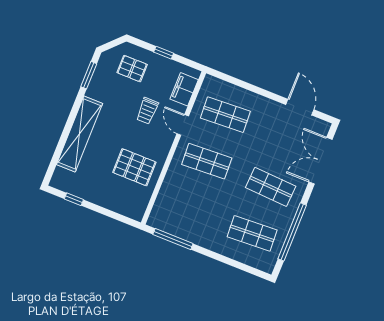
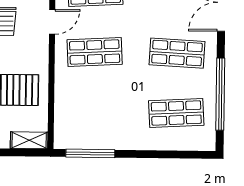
door: (183, 125) -> (52, 22), swing flipped
shelving: (129, 210) -> (29, 140), added

